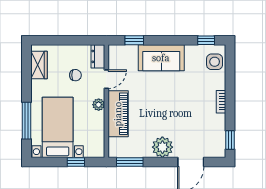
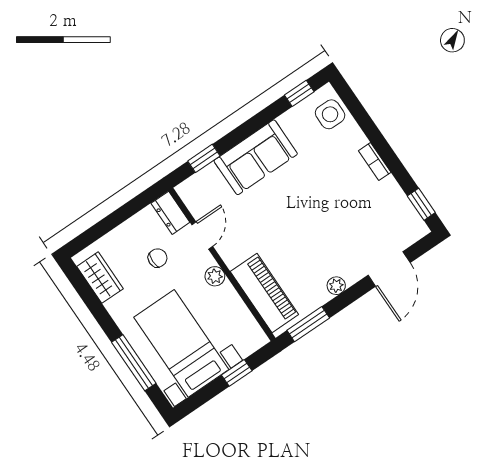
piano: (118, 114) -> (264, 293), moved
plant: (162, 147) -> (336, 286), width x0.53, depth x0.53

